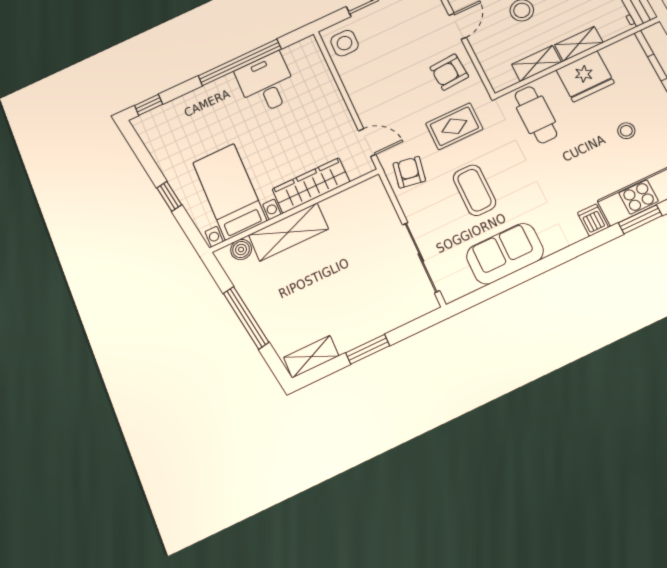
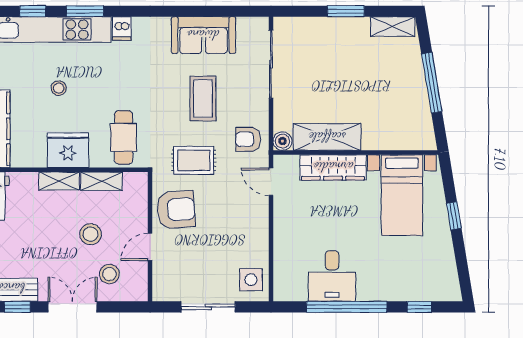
armchair: (449, 72) -> (176, 210), width x1.38, depth x1.38
window: (149, 105) -> (419, 307), moved
armchair: (409, 172) -> (248, 139), turned 80
shelving: (288, 232) -> (327, 137), moved
boiler: (241, 249) -> (282, 141), moved

